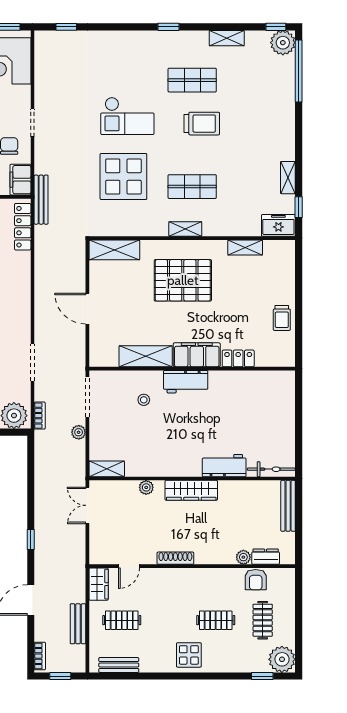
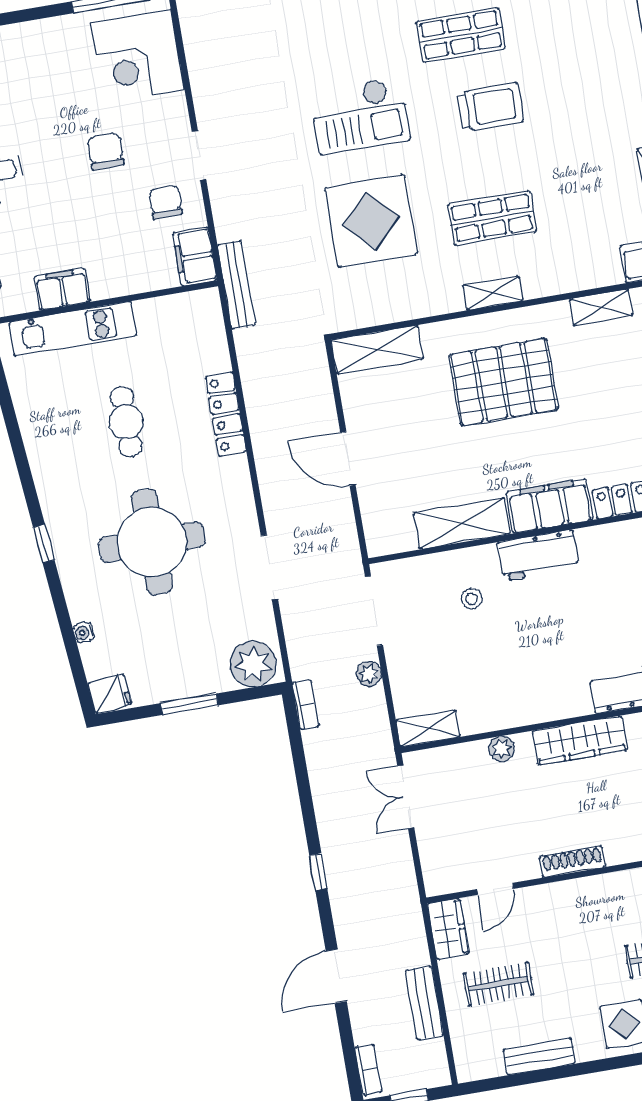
locker: (23, 227) -> (226, 414), moved
bookcase: (40, 416) -> (306, 705), moved
bench: (119, 665) -> (539, 1056), moved

